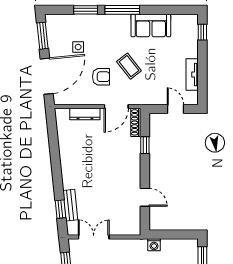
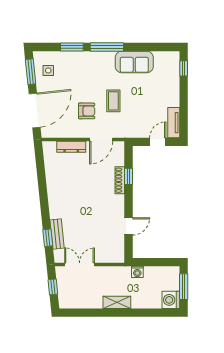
side table: (78, 47) -> (48, 70), moved
coffee table: (129, 66) -> (113, 101), turned 38
tv unit: (192, 75) -> (174, 123), moved
door: (175, 109) -> (158, 142), hinge flipped
shoe rack: (136, 122) -> (120, 180), moved
door: (145, 197) -> (129, 226), hinge flipped

